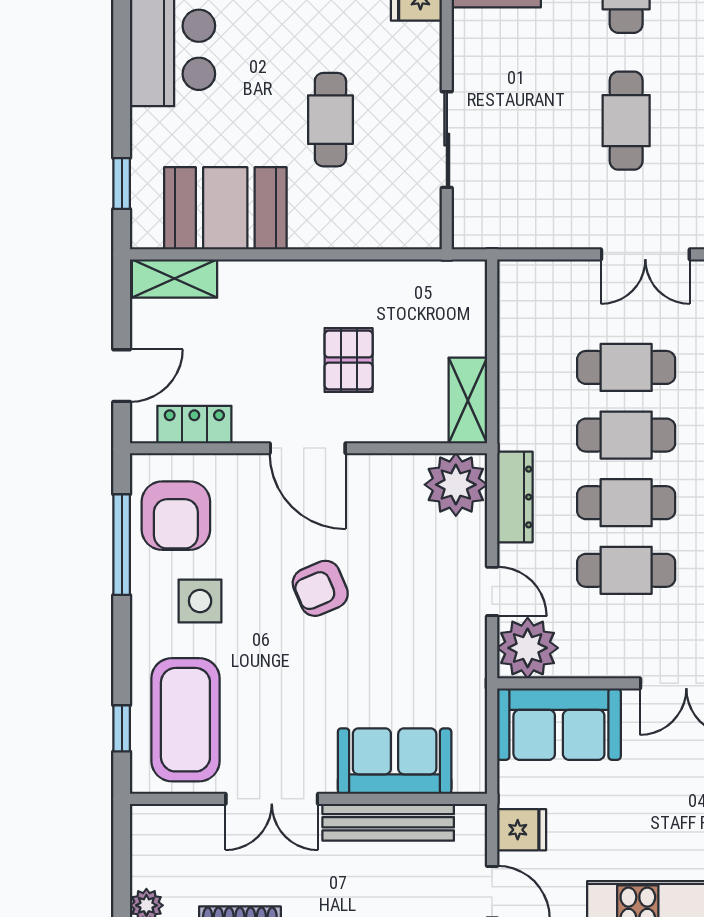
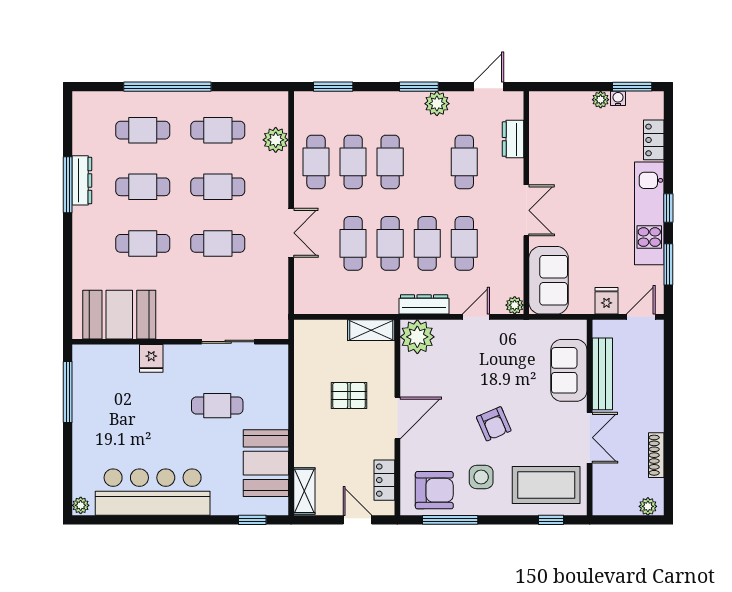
armchair: (320, 588) -> (494, 424), moved
plant: (528, 648) -> (515, 305), width x0.53, depth x0.53

